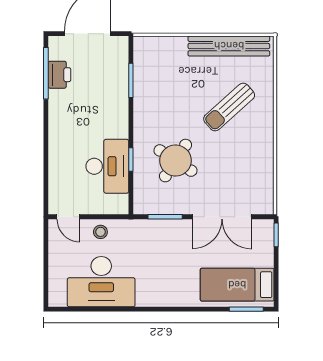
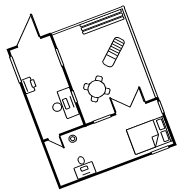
printer: (59, 75) -> (29, 85), moved
double door: (222, 217) -> (131, 108), swing flipped
desk: (101, 282) -> (84, 166), width x0.53, depth x0.77
bed: (237, 285) -> (149, 135), width x1.50

